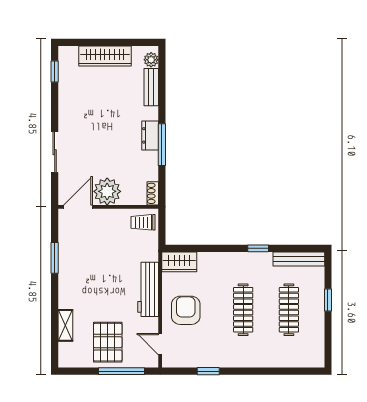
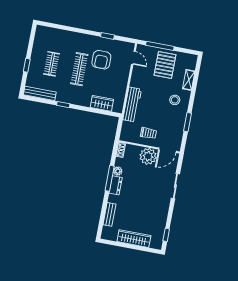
plant: (151, 60) -> (118, 171), moved
trolley: (143, 222) -> (148, 133), moved
wardrobe: (179, 262) -> (102, 103), moved
stool: (82, 289) -> (175, 100), added
workbench: (148, 289) -> (132, 104), moved
armchair: (186, 310) -> (101, 60), moved
clothes rail: (289, 310) -> (52, 64), width x0.73

